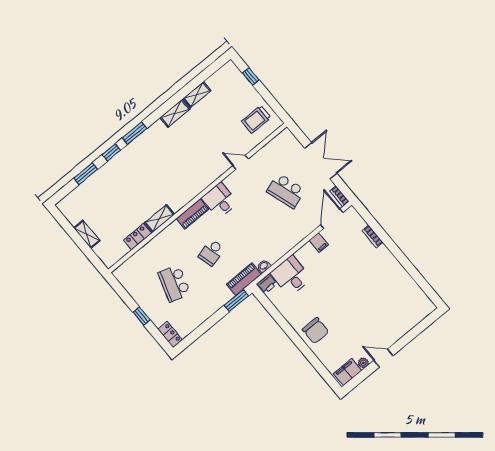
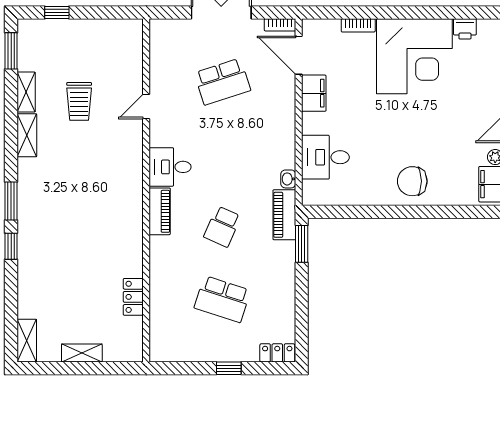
trolley: (256, 119) -> (79, 101), moved
window: (86, 174) -> (11, 51), moved
shelving: (159, 219) -> (27, 341), moved
filing cabinet: (319, 243) -> (314, 93), width x2.00
school desk: (211, 253) -> (222, 227), turned 39
corner desk: (381, 278) -> (414, 56), added
printer: (267, 284) -> (465, 29), moved, turned 90
chair: (316, 331) -> (412, 181), turned 180

